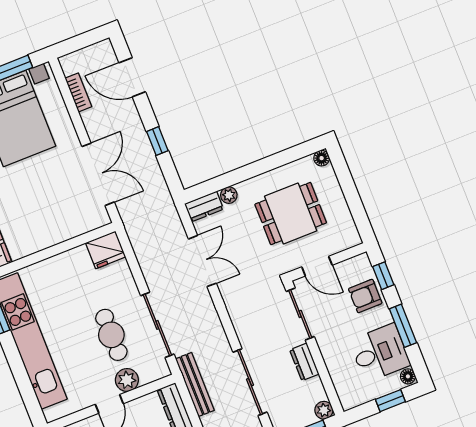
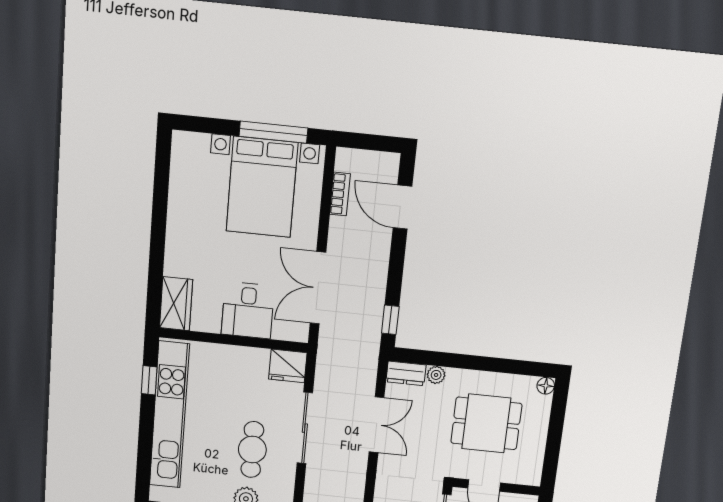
window: (157, 141) -> (390, 320), moved
double door: (98, 174) -> (318, 288), swing flipped
desk: (51, 221) -> (248, 310), added
sliding door: (157, 325) -> (305, 428), moved

